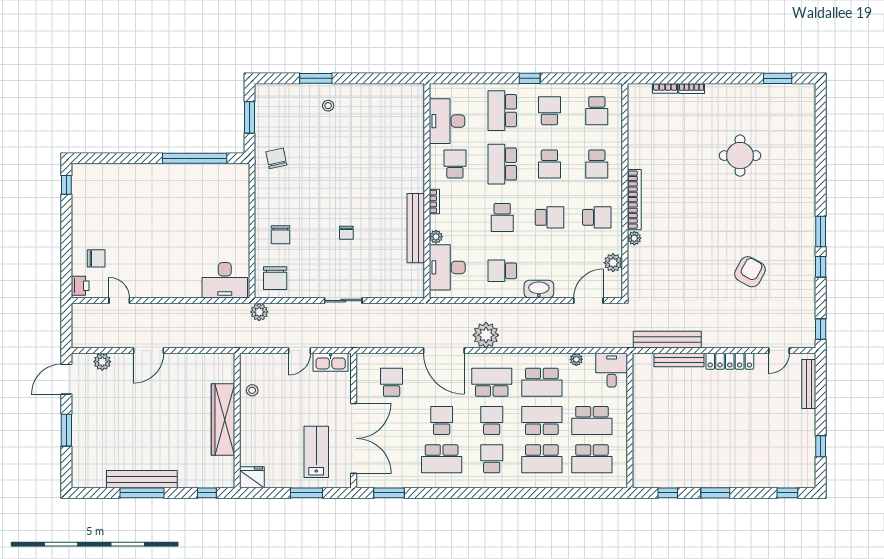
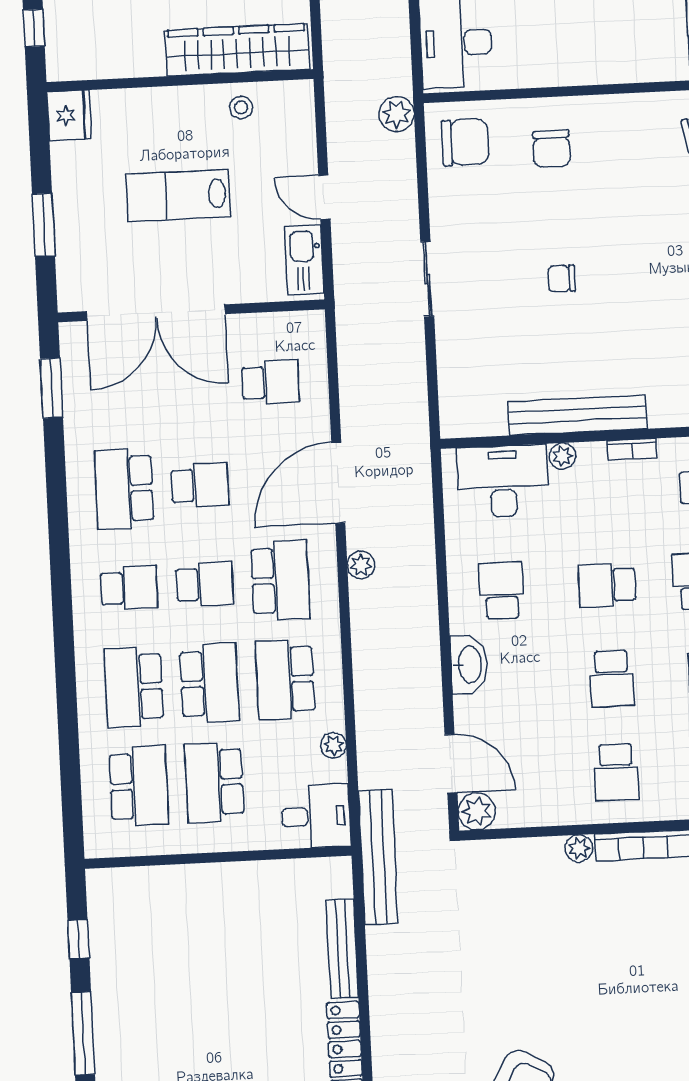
chair: (281, 235) -> (552, 149), turned -90
plant: (613, 263) -> (477, 811), moved
chair: (275, 278) -> (465, 142), turned 180
plant: (486, 335) -> (361, 565), width x0.53, depth x0.53
bench: (667, 340) -> (378, 857), moved
wardrobe: (223, 419) -> (237, 50), moved
lab bench: (316, 452) -> (178, 195), moved, turned 180
school desk: (592, 459) -> (139, 786), turned 180
window: (715, 493) -> (83, 1033), width x1.44

